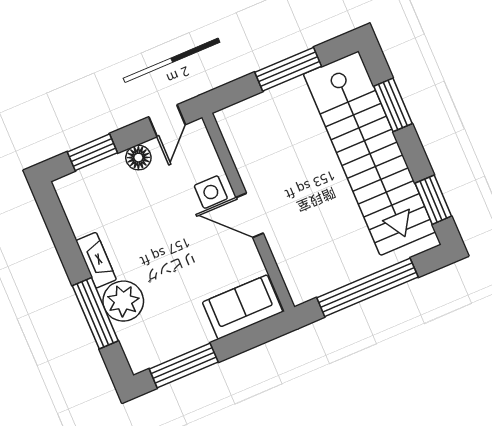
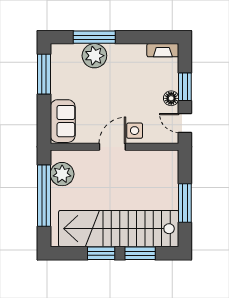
window: (92, 152) -> (185, 87), moved
window: (433, 200) -> (101, 253), moved
fireplace: (96, 260) -> (163, 50), moved
plant: (323, 274) -> (62, 174), added

